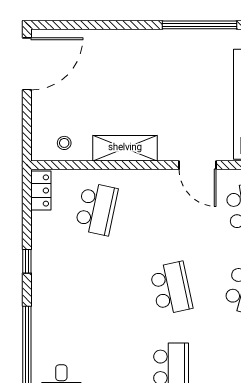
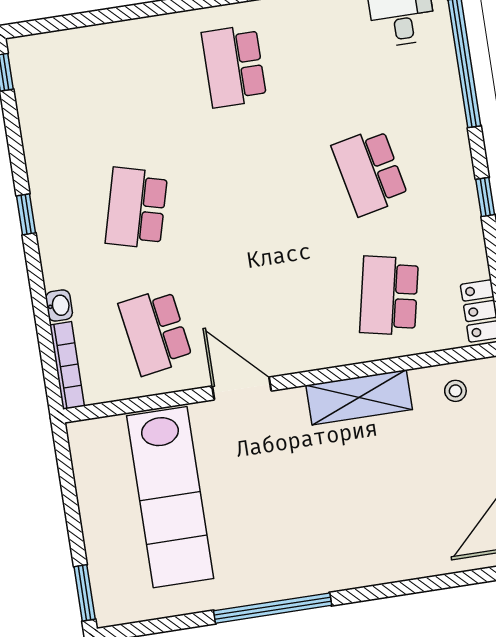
school desk: (171, 288) -> (370, 172), moved

